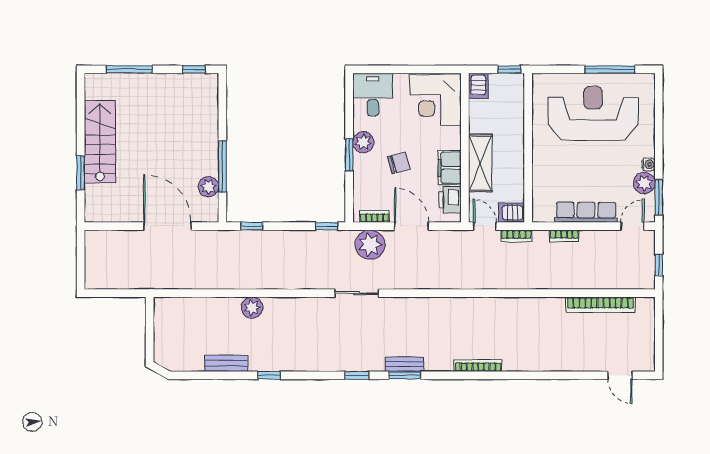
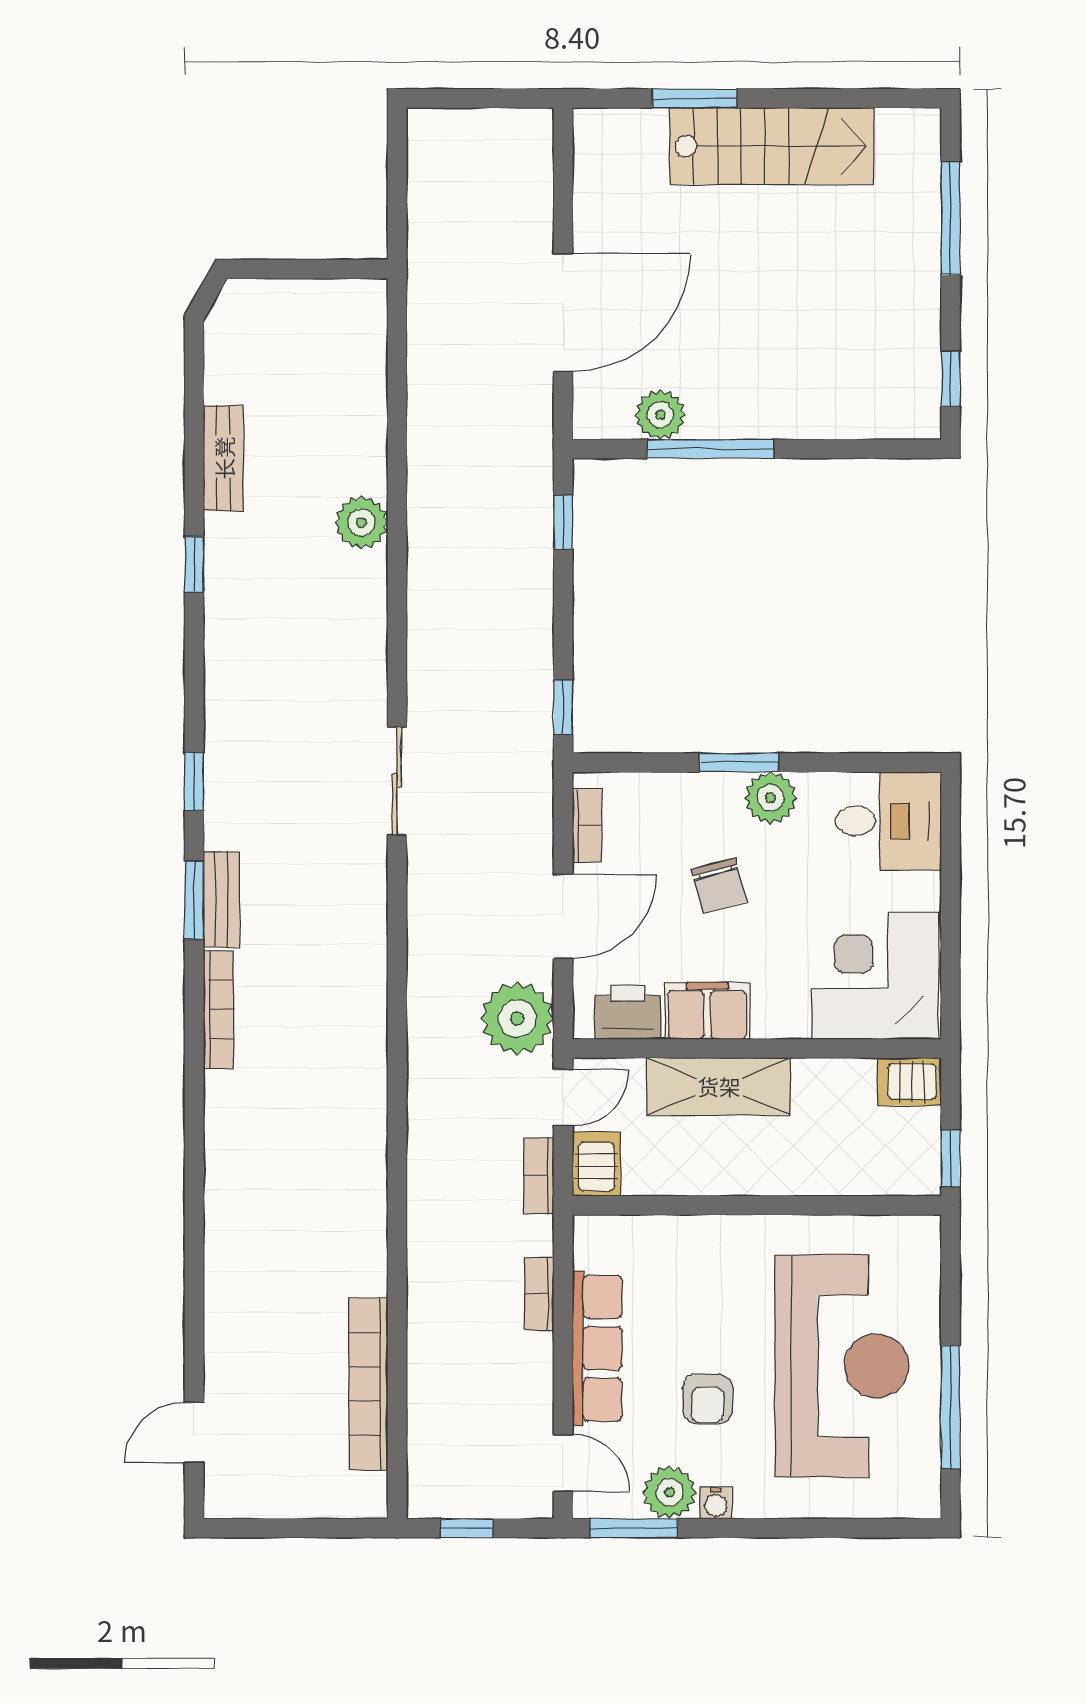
armchair: (606, 168) -> (708, 1399), added
plant: (370, 245) -> (517, 1019), moved
bookcase: (478, 365) -> (218, 1010), moved

